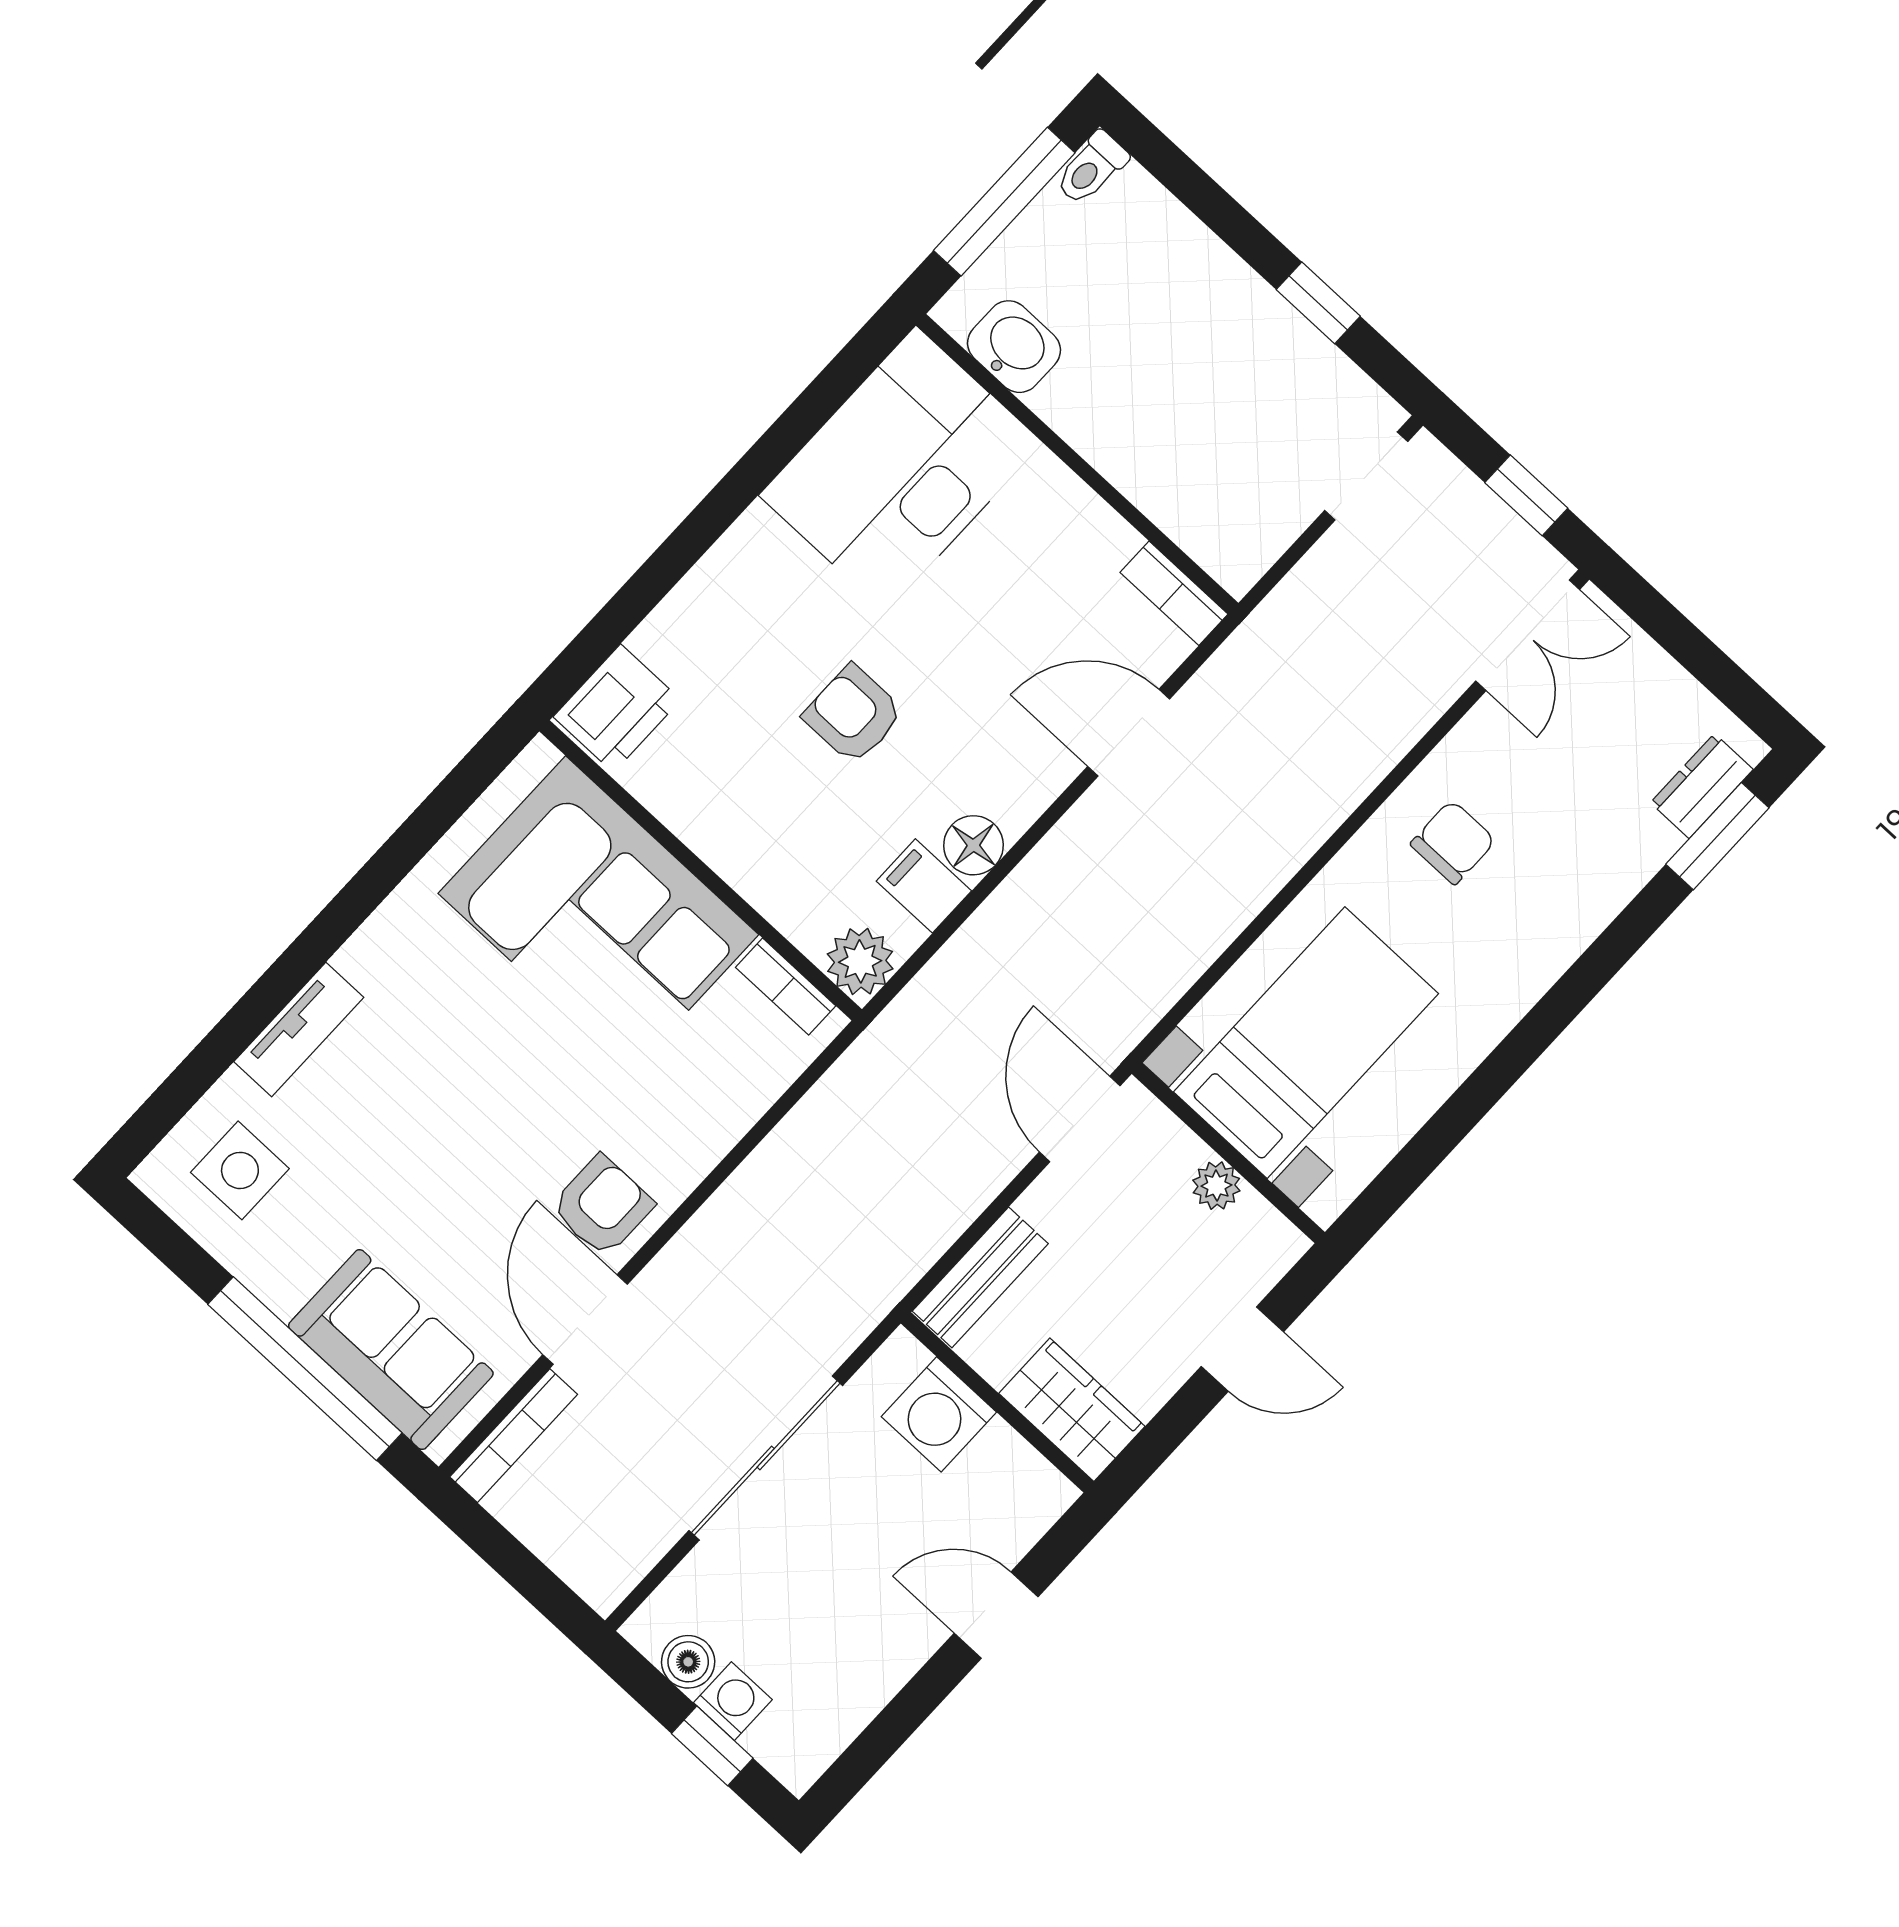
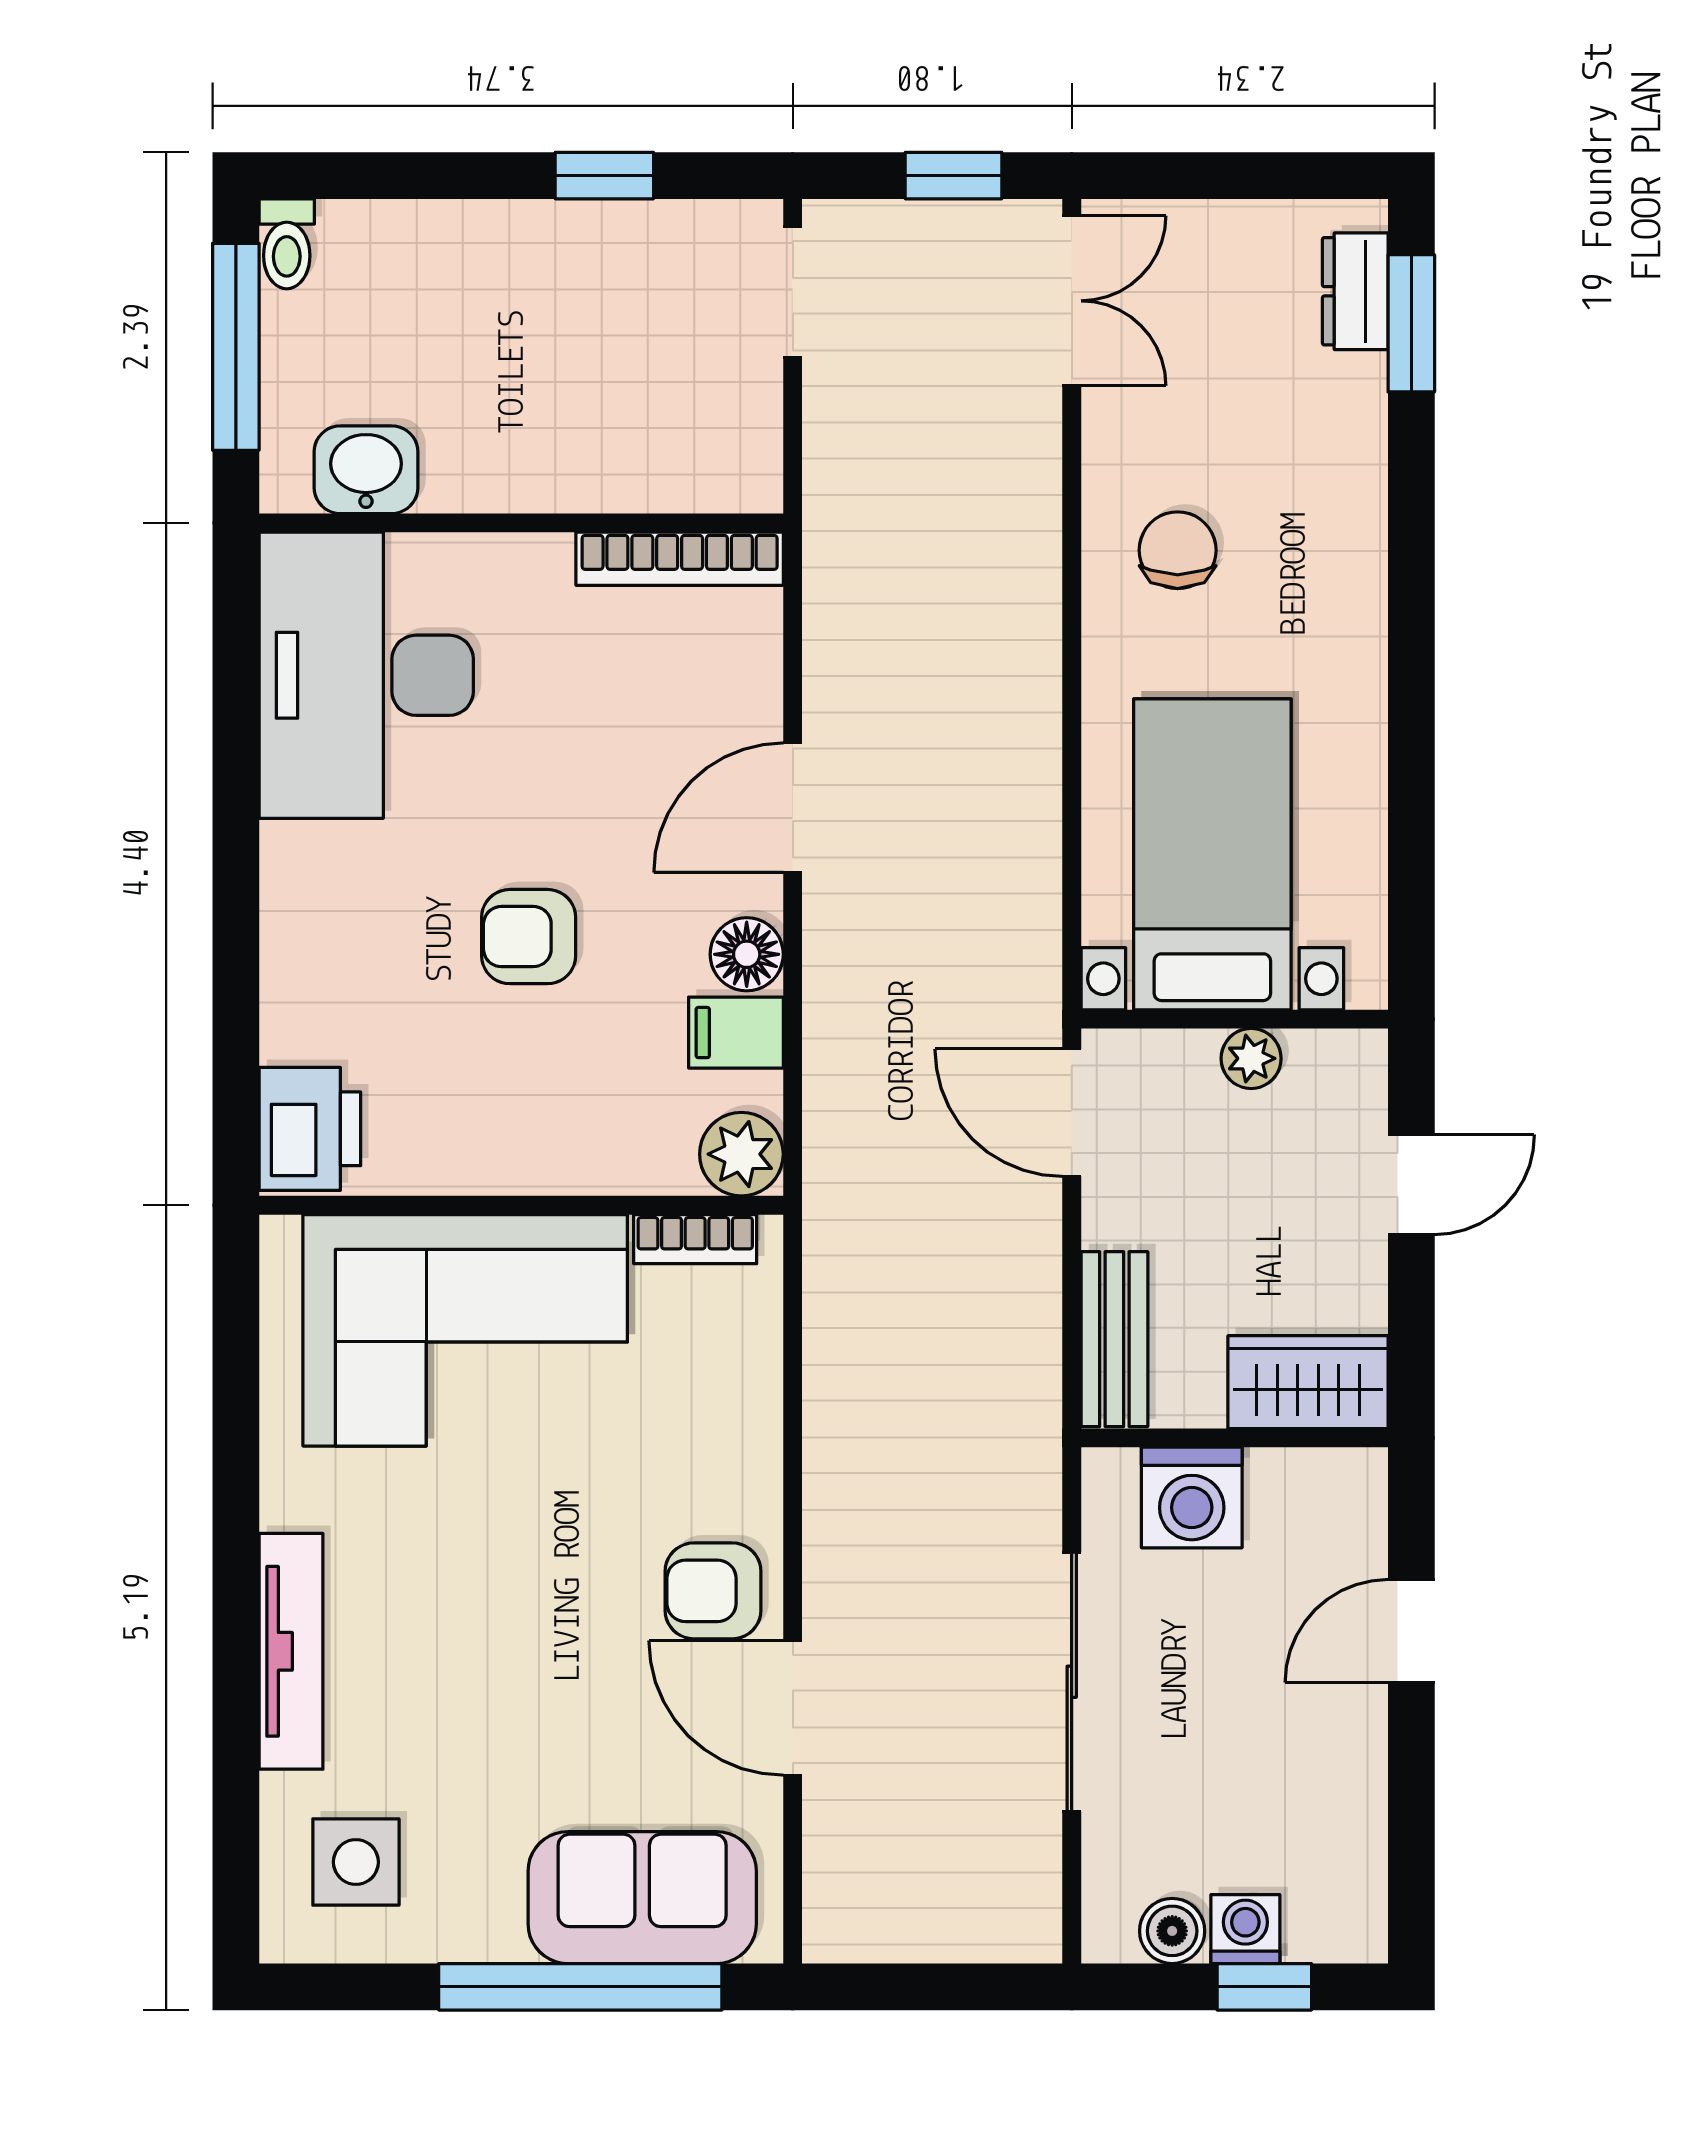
bookcase: (1174, 593) -> (680, 559), width x1.56
door: (1129, 733) -> (793, 808), moved
tv unit: (299, 1030) -> (291, 1651), width x1.41
armchair: (602, 1206) -> (713, 1591), turned -90
bookcase: (514, 1436) -> (825, 1873), removed

